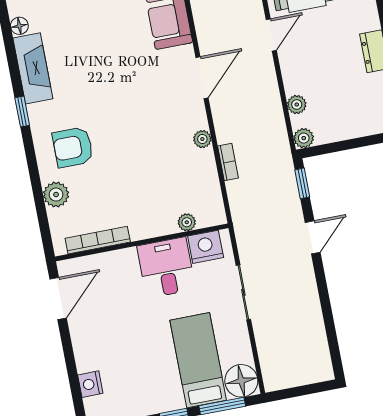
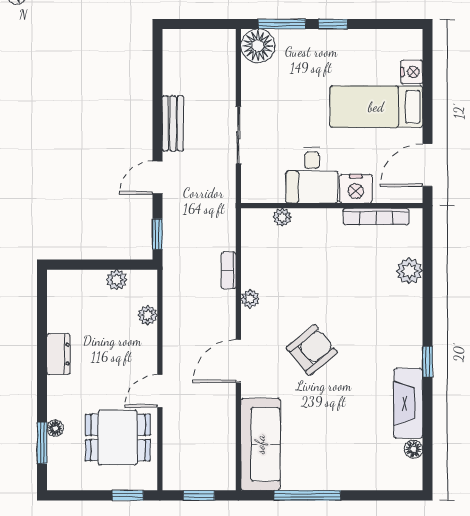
plant: (304, 138) -> (117, 280), moved
armchair: (73, 147) -> (312, 350), moved, turned -39
nightstand: (206, 247) -> (356, 189), moved
bench: (308, 292) -> (173, 123), added
bed: (198, 360) -> (376, 107), moved, turned 90

